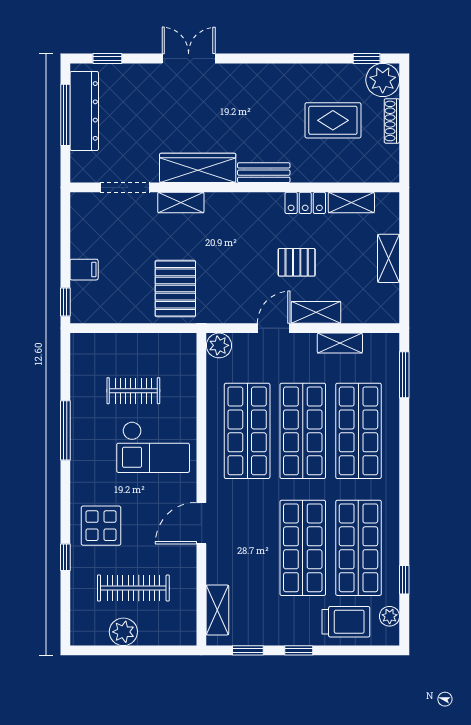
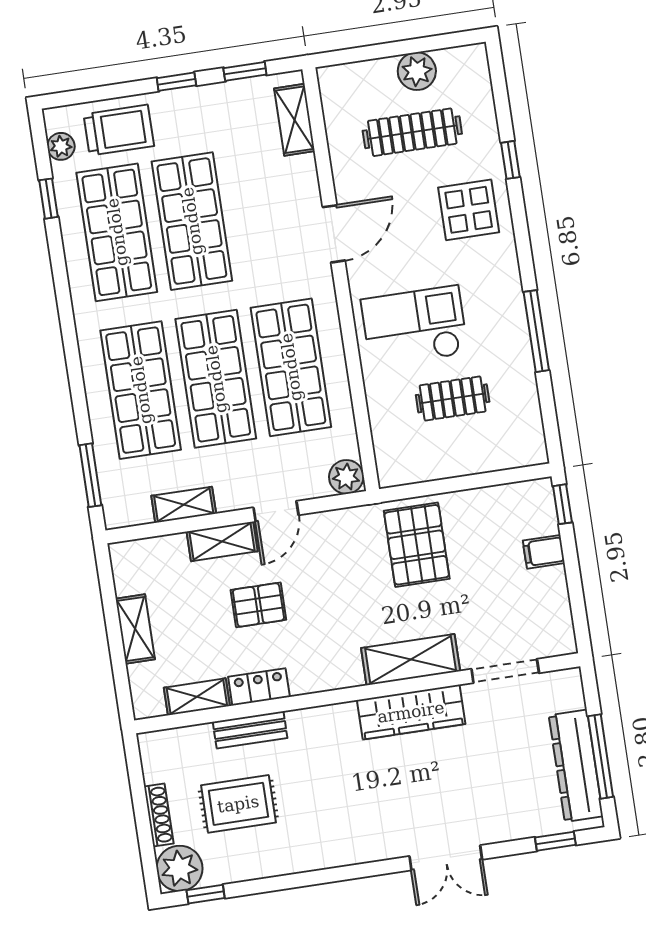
bench: (264, 173) -> (250, 730), moved
shelving: (181, 203) -> (411, 660), width x1.50, depth x1.33
trolley: (346, 622) -> (119, 130), turned 180

